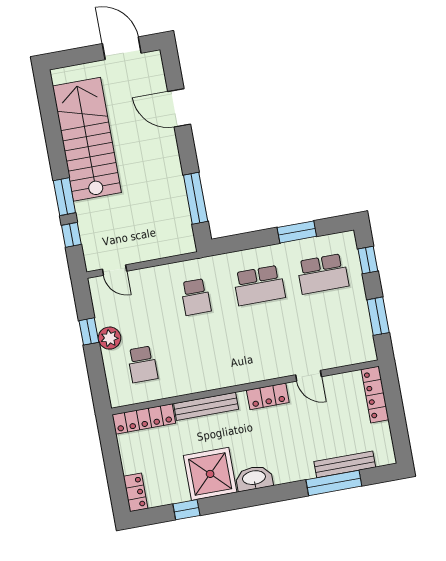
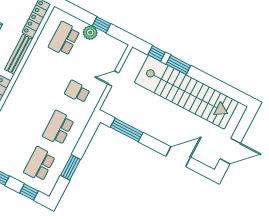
stairs: (87, 139) -> (186, 92), width x1.36
door: (114, 270) -> (113, 79), moved
school desk: (142, 364) -> (64, 39), width x1.85

